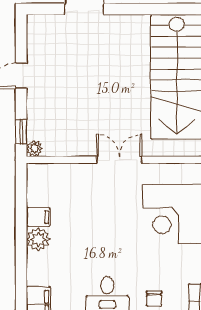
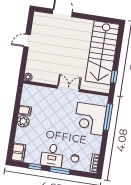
window: (21, 132) -> (23, 68), removed

